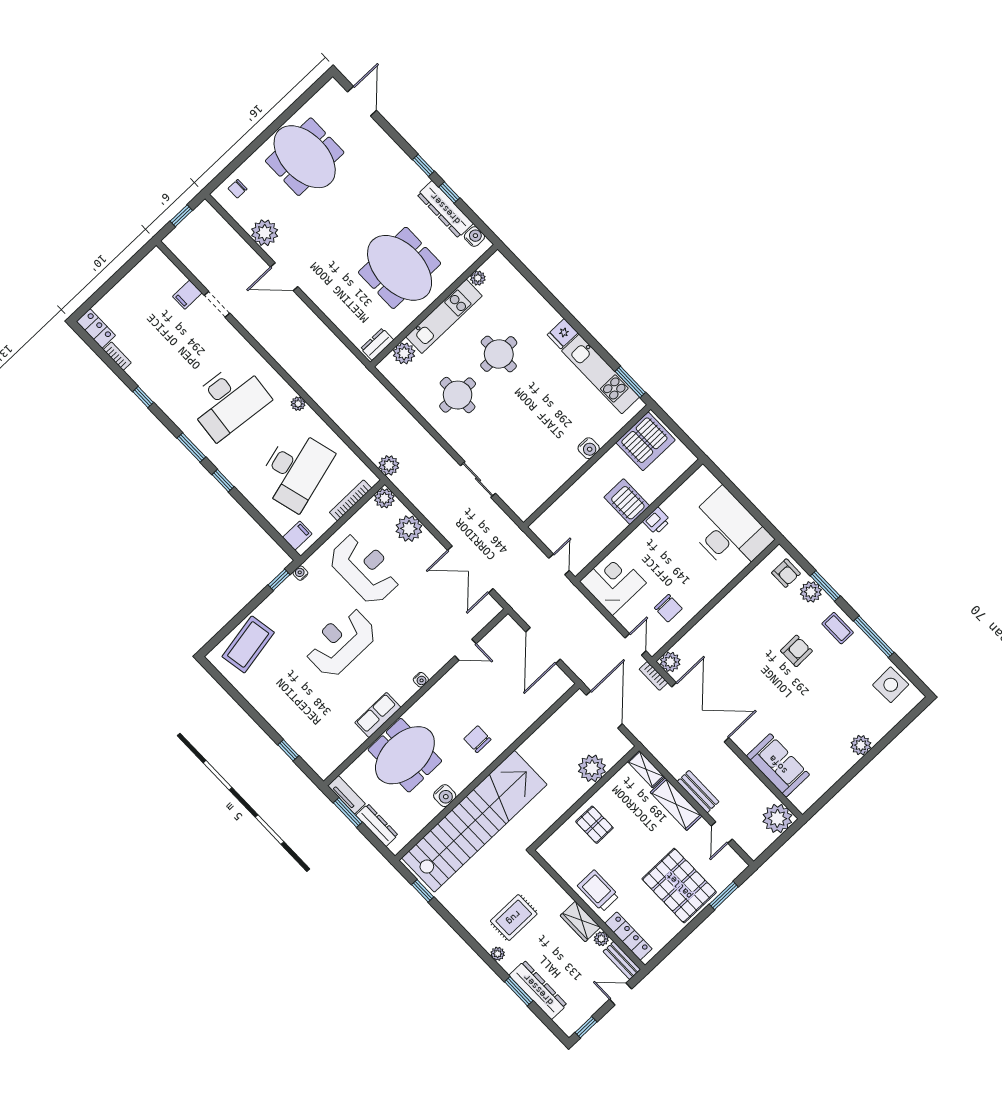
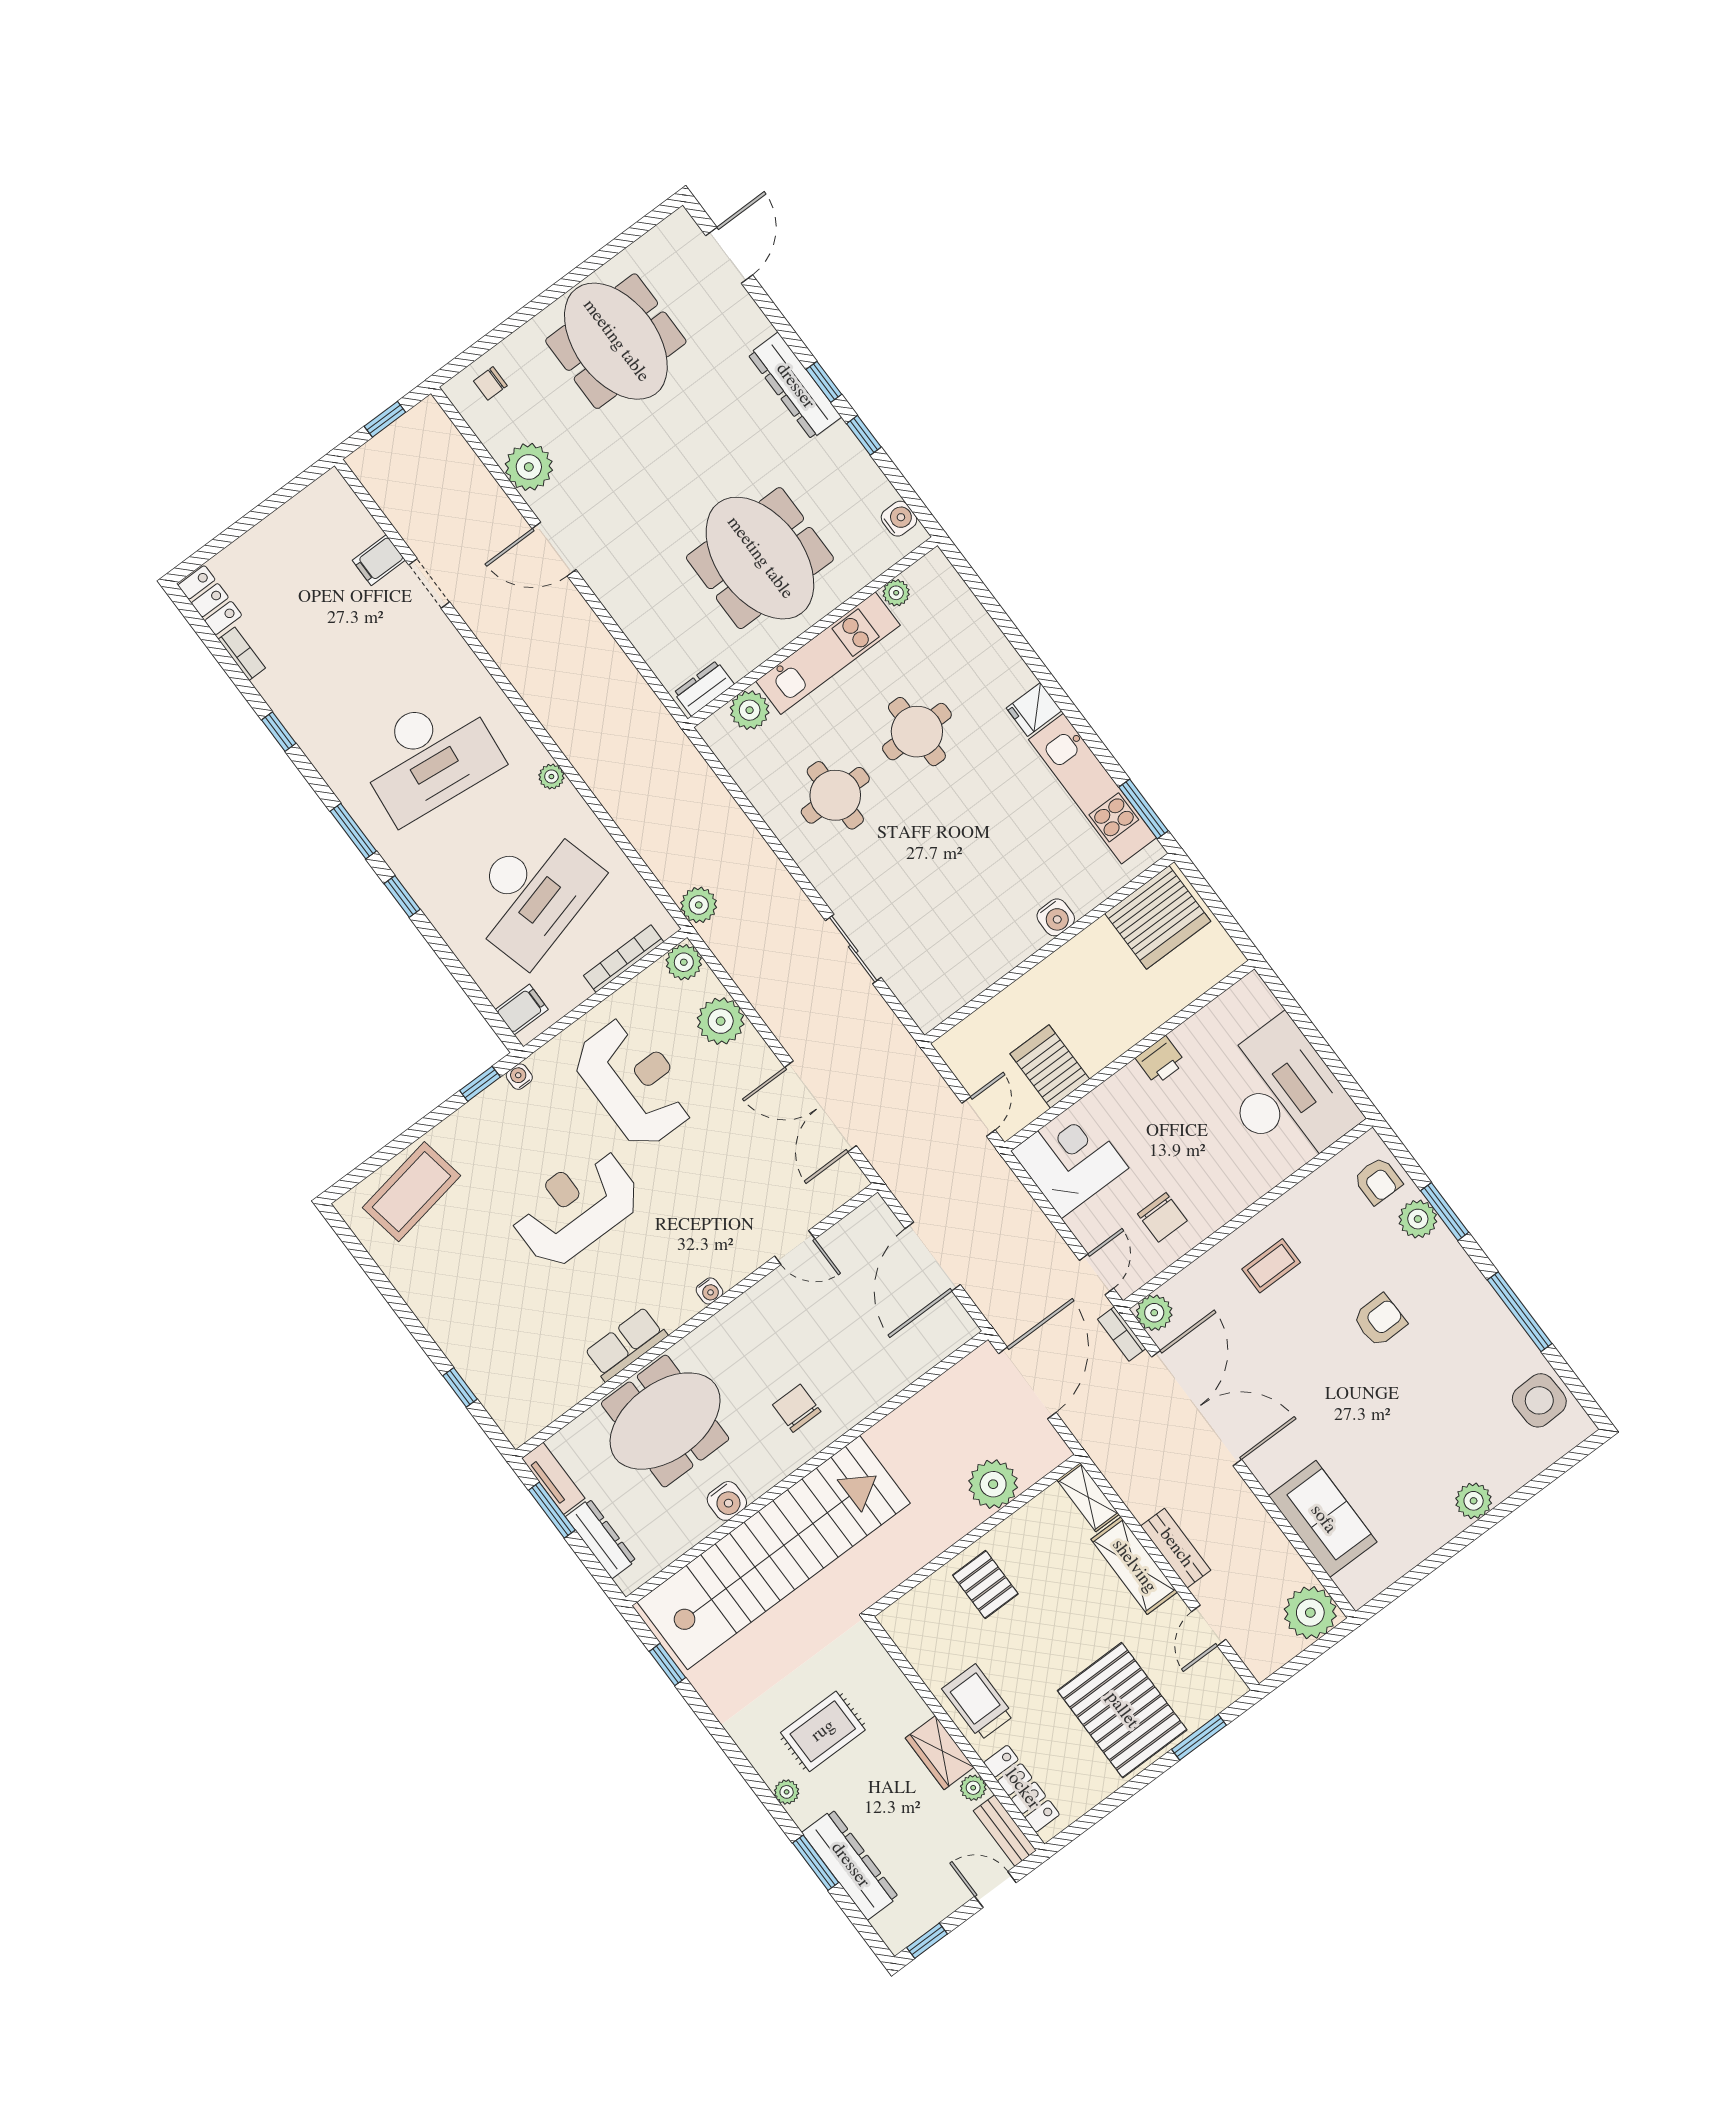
dresser: (445, 209) -> (795, 386), moved
server rack: (627, 502) -> (1050, 1066), moved
coffee table: (838, 628) -> (1271, 1266), moved, turned 90

